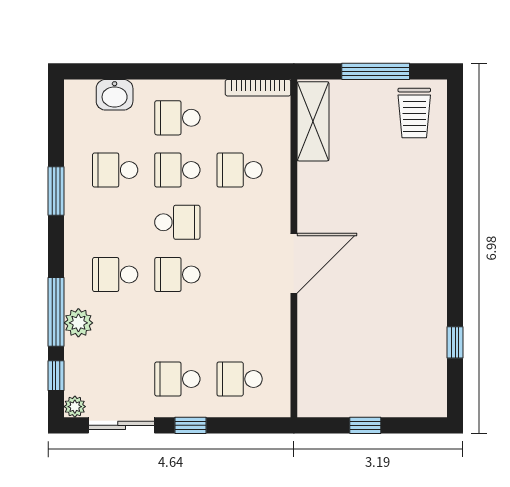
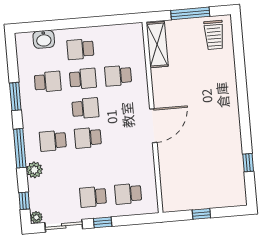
bookcase: (258, 88) -> (125, 28), removed
school desk: (115, 170) -> (48, 82), turned 180
school desk: (177, 170) -> (83, 79), turned 180
window: (56, 312) -> (20, 148), moved

